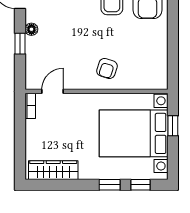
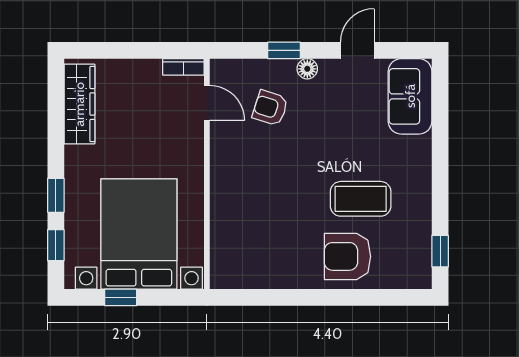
armchair: (107, 68) -> (270, 108), moved
window: (173, 126) -> (121, 297), moved

